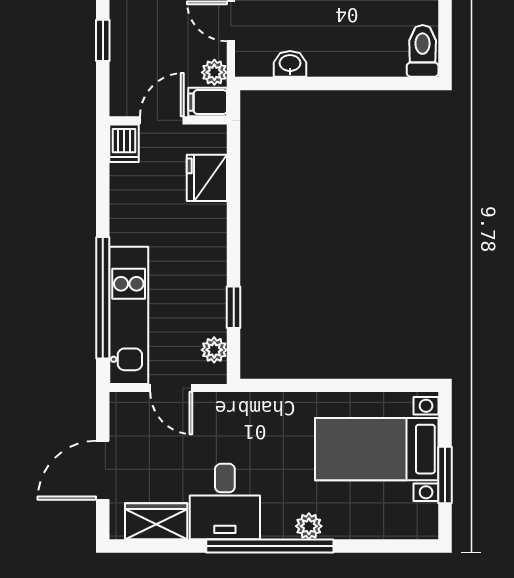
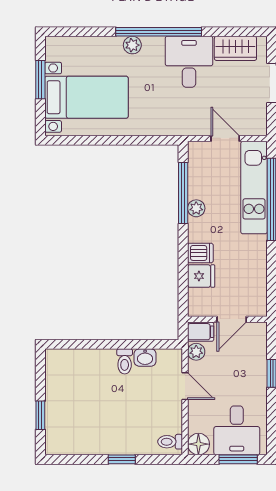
toilet: (423, 51) -> (125, 361), moved, width x0.73, depth x0.72
dishwasher: (124, 143) -> (200, 253), moved, turned 90
fridge: (207, 178) -> (201, 276), width x0.72
window: (234, 307) -> (183, 193), width x2.17
plant: (214, 350) -> (196, 208), moved

